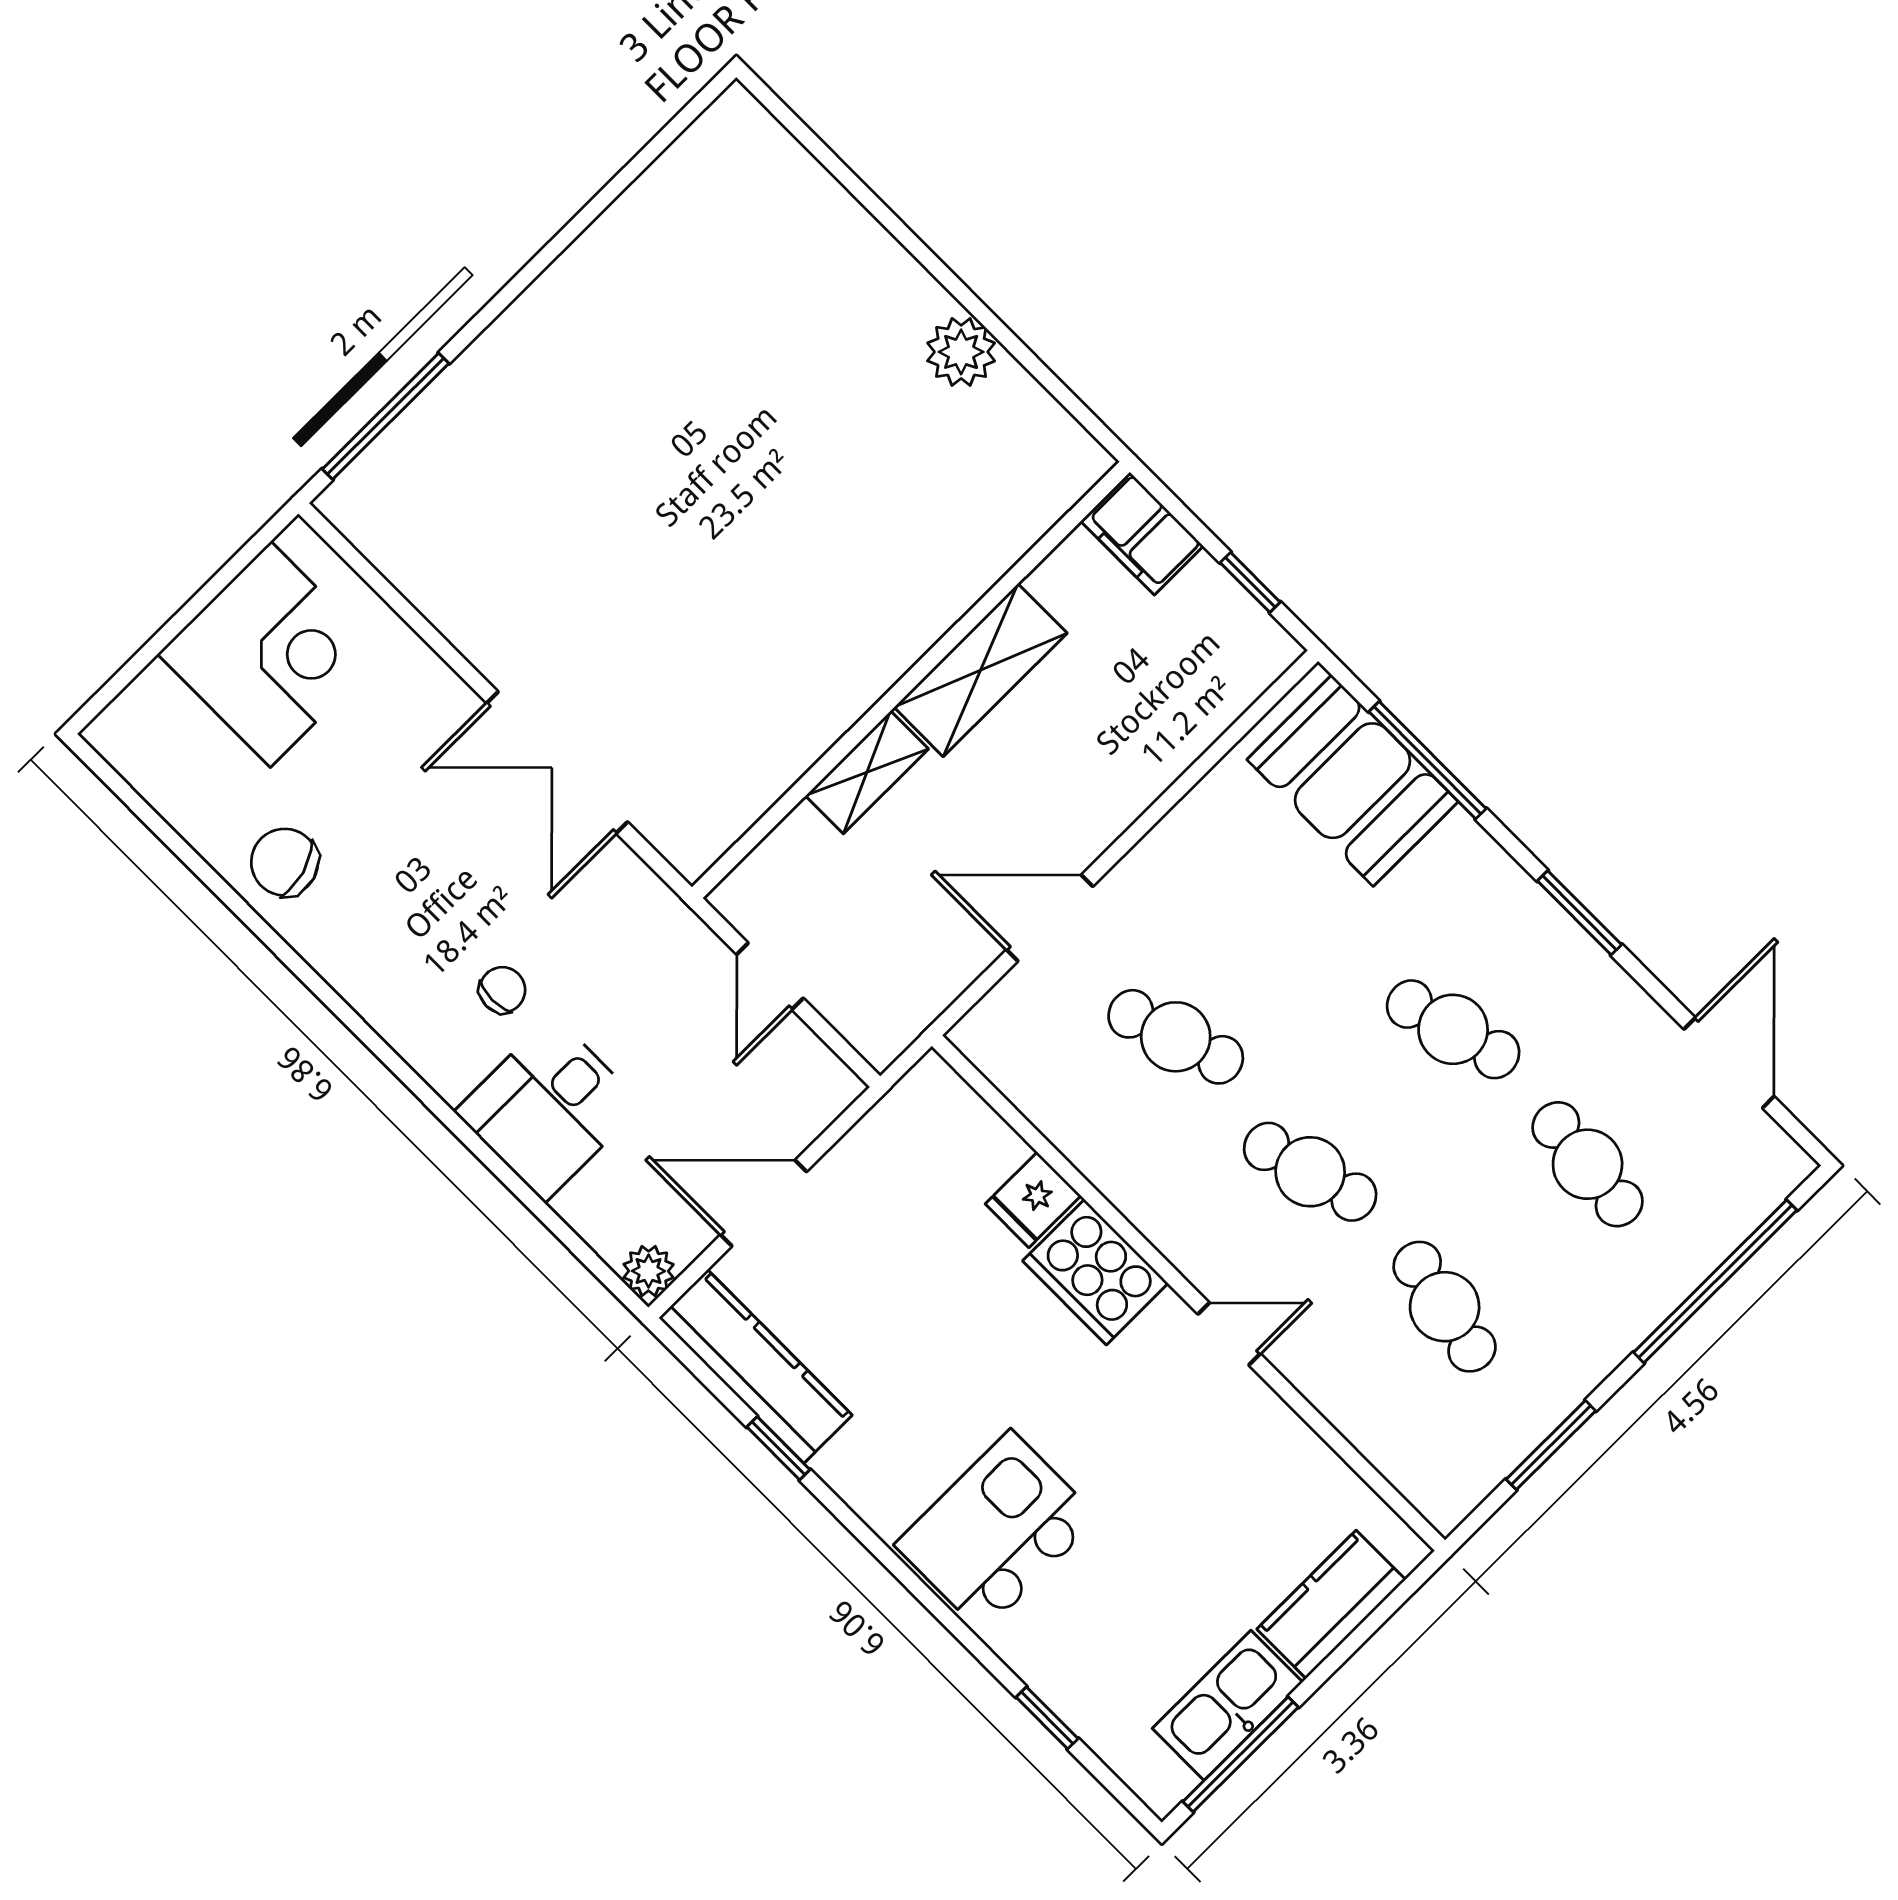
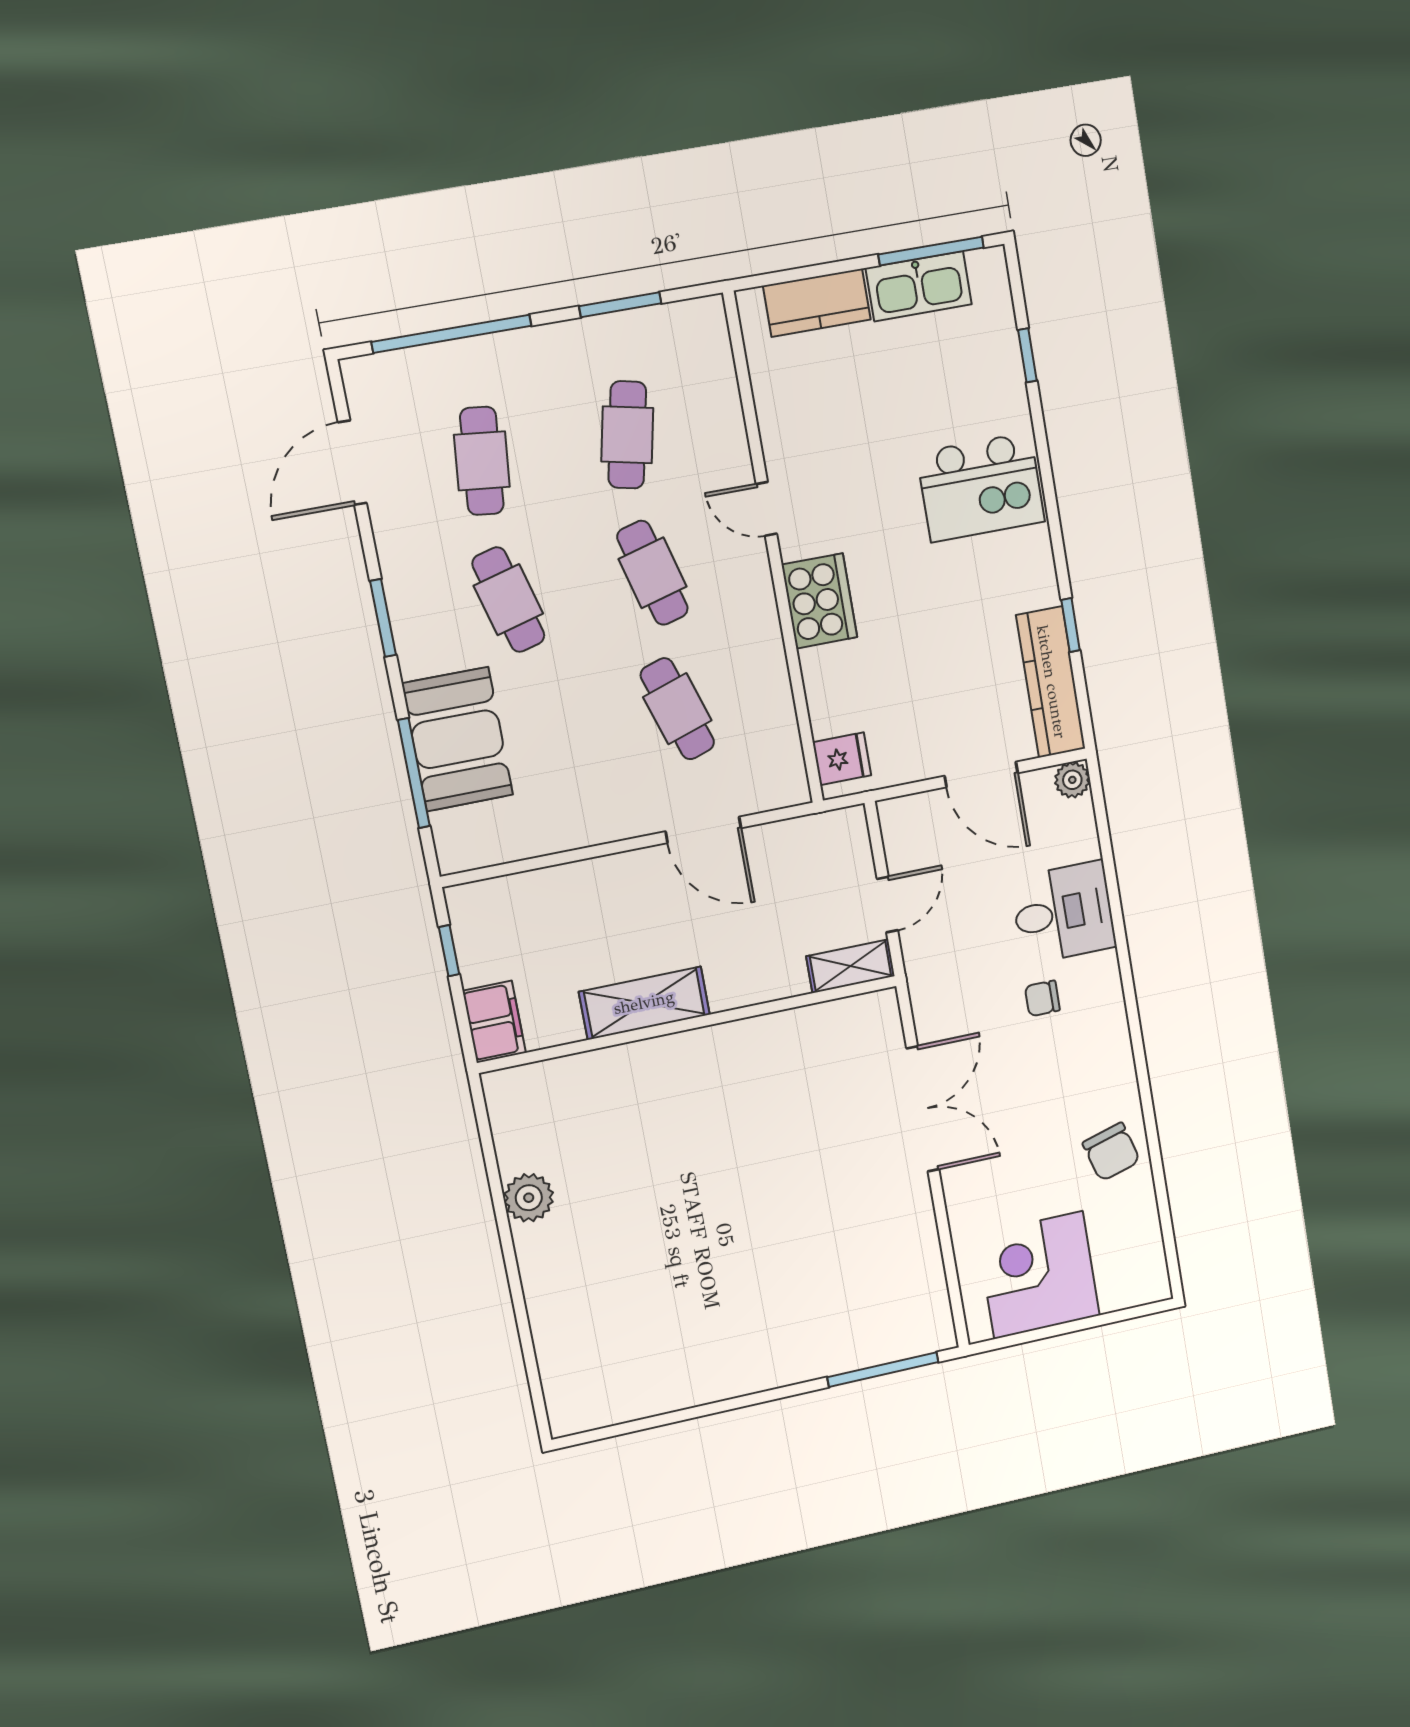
shelving: (867, 772) -> (851, 966), moved
booth: (1353, 781) -> (457, 739), moved
fridge: (1033, 1200) -> (842, 759), moved

